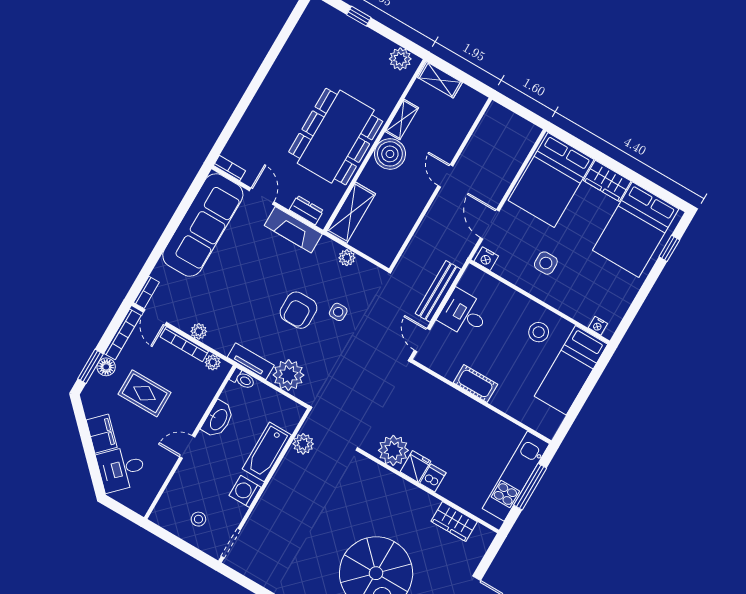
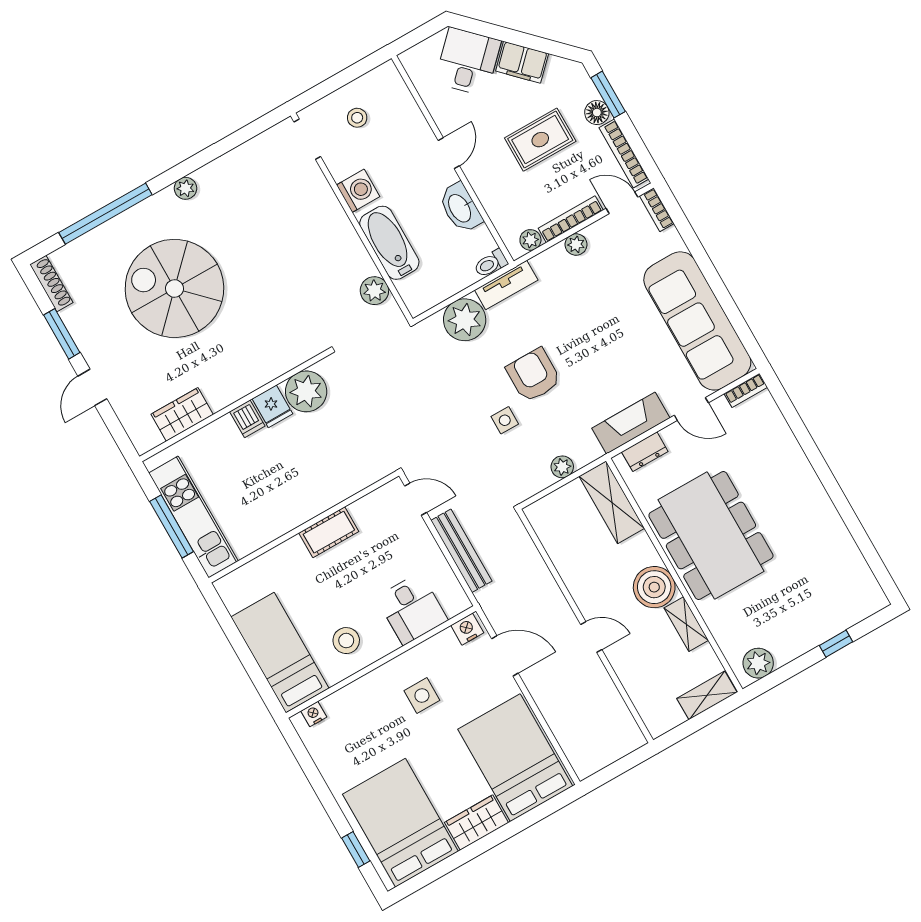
desk: (464, 314) -> (412, 609), moved, turned 90

